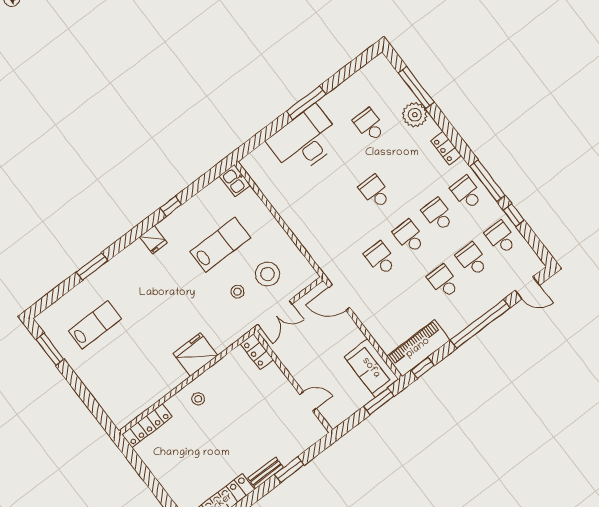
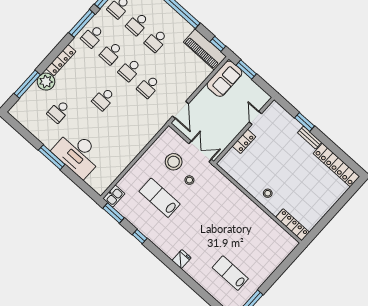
locker: (446, 148) -> (61, 60), width x1.53
fridge: (154, 240) -> (181, 259), moved
window: (92, 266) -> (114, 213), moved
locker: (257, 352) -> (244, 141), moved
fridge: (195, 354) -> (238, 201), removed

